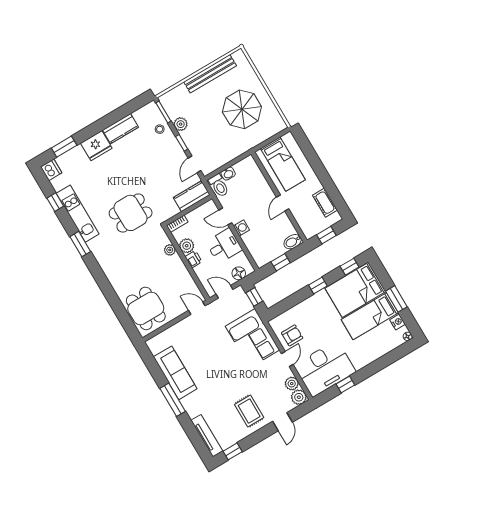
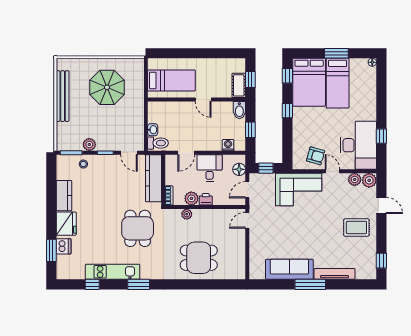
dishwasher: (51, 170) -> (64, 246), moved, turned 90
kitchen counter: (192, 196) -> (153, 178), width x1.50
cot: (325, 203) -> (239, 85), moved, turned 90
washing machine: (241, 228) -> (228, 145), moved
dining table: (146, 308) -> (199, 258), moved
nightstand: (397, 322) -> (356, 63), removed
armchair: (292, 335) -> (316, 156), turned 106
tv unit: (207, 436) -> (335, 274), moved

